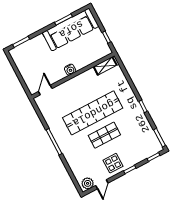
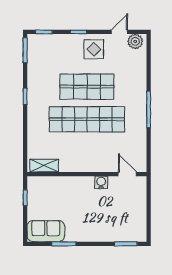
sofa: (71, 29) -> (46, 231), width x0.54, depth x0.79
water cooler: (70, 70) -> (101, 182), moved
door: (45, 90) -> (127, 174), swing flipped
shop shelf: (104, 135) -> (87, 87), width x1.43, depth x1.36

